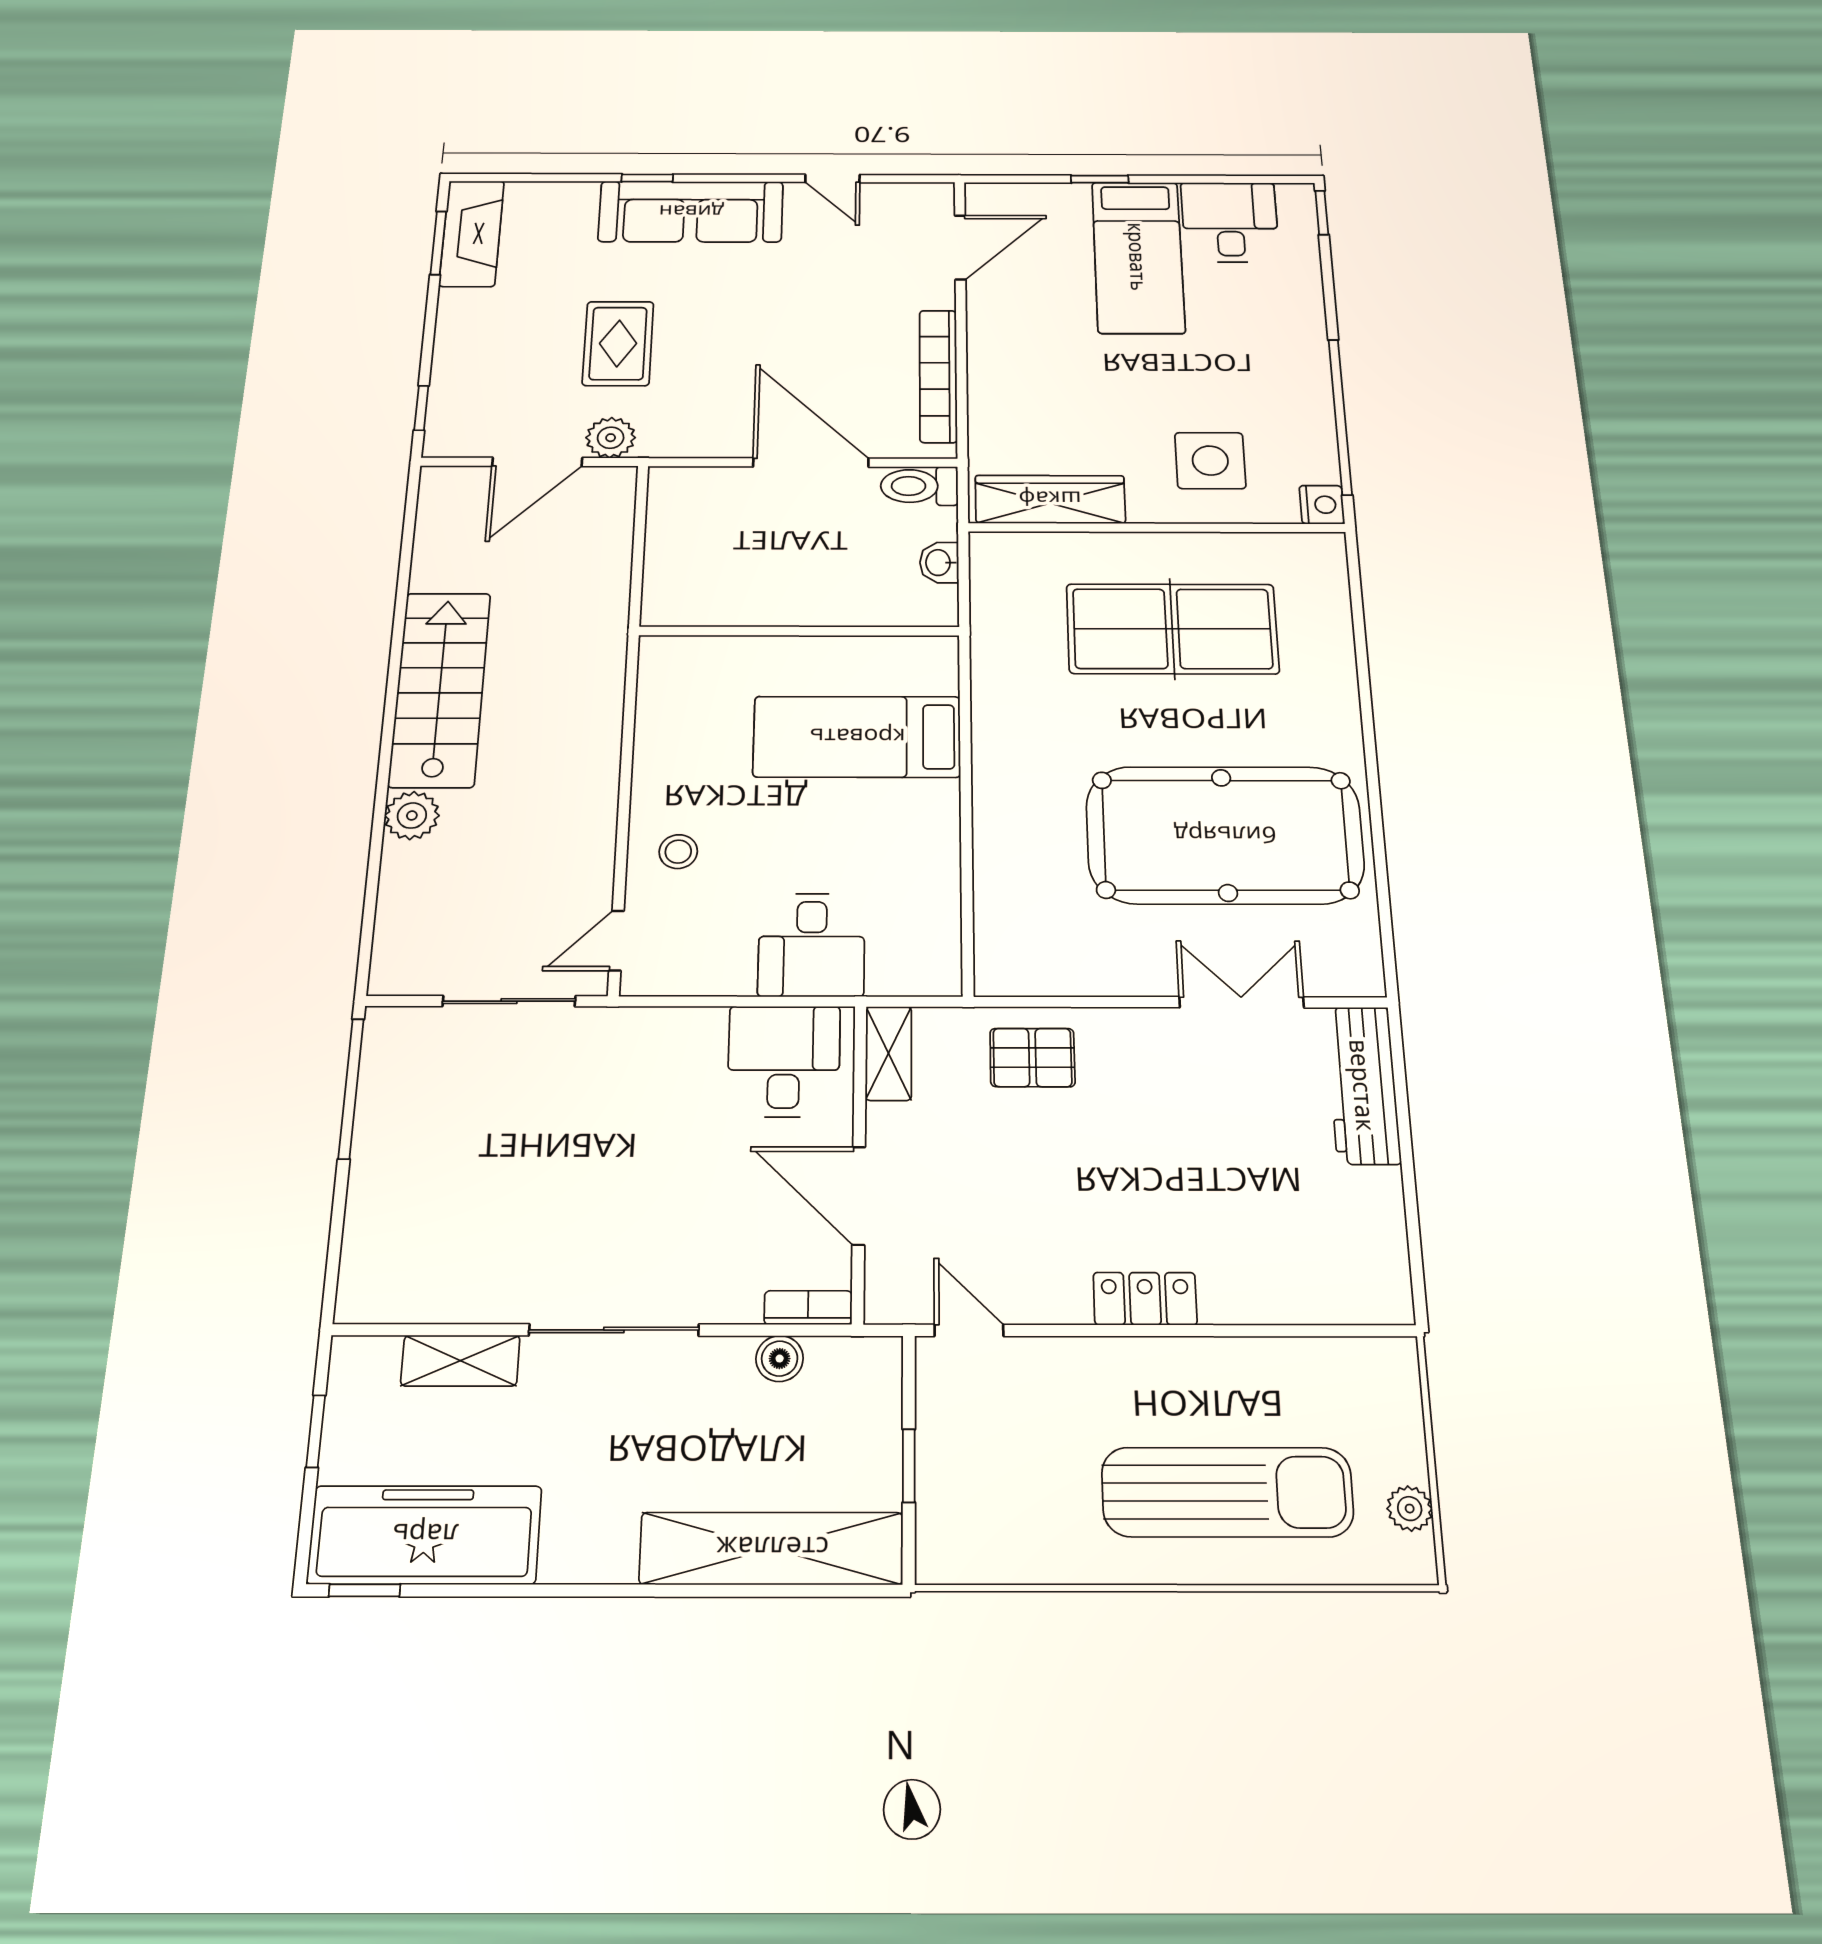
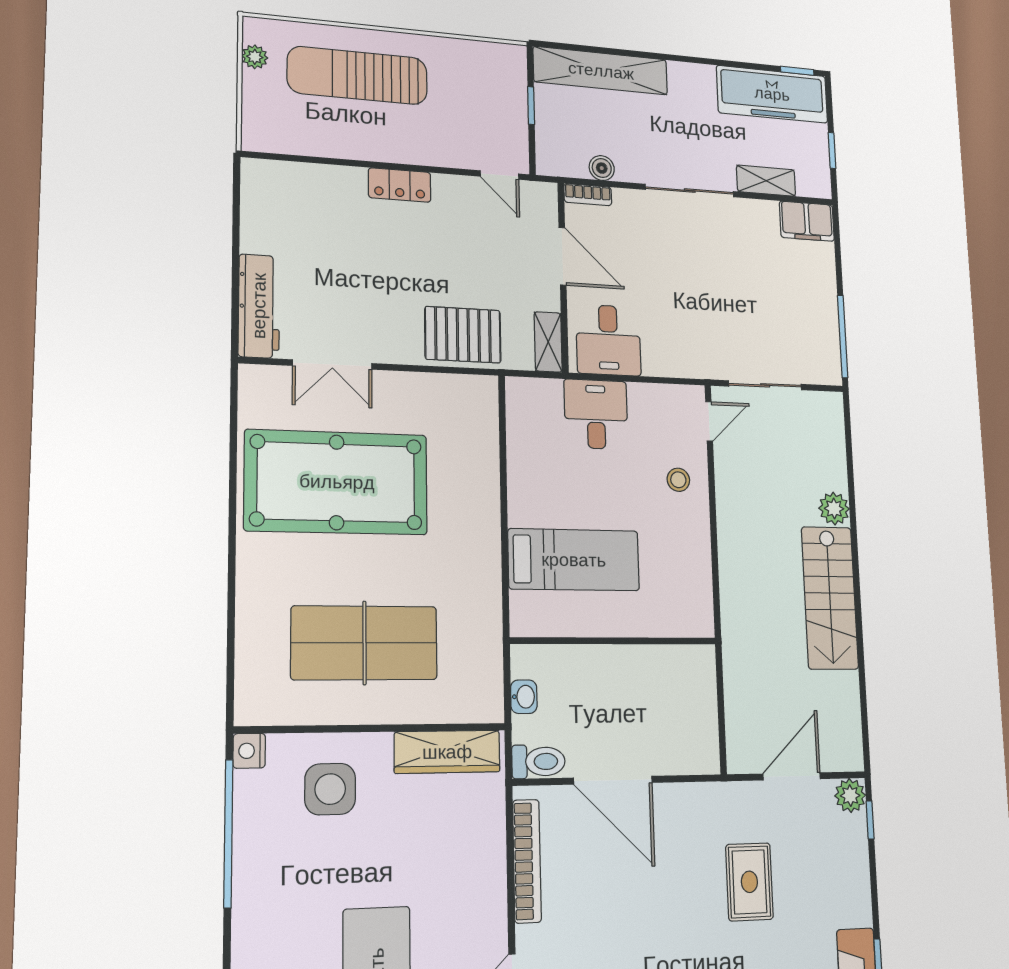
plant: (611, 438) -> (850, 796), moved
pallet: (1032, 1058) -> (463, 335), width x1.50, depth x1.42
filing cabinet: (389, 1290) -> (807, 221), added

